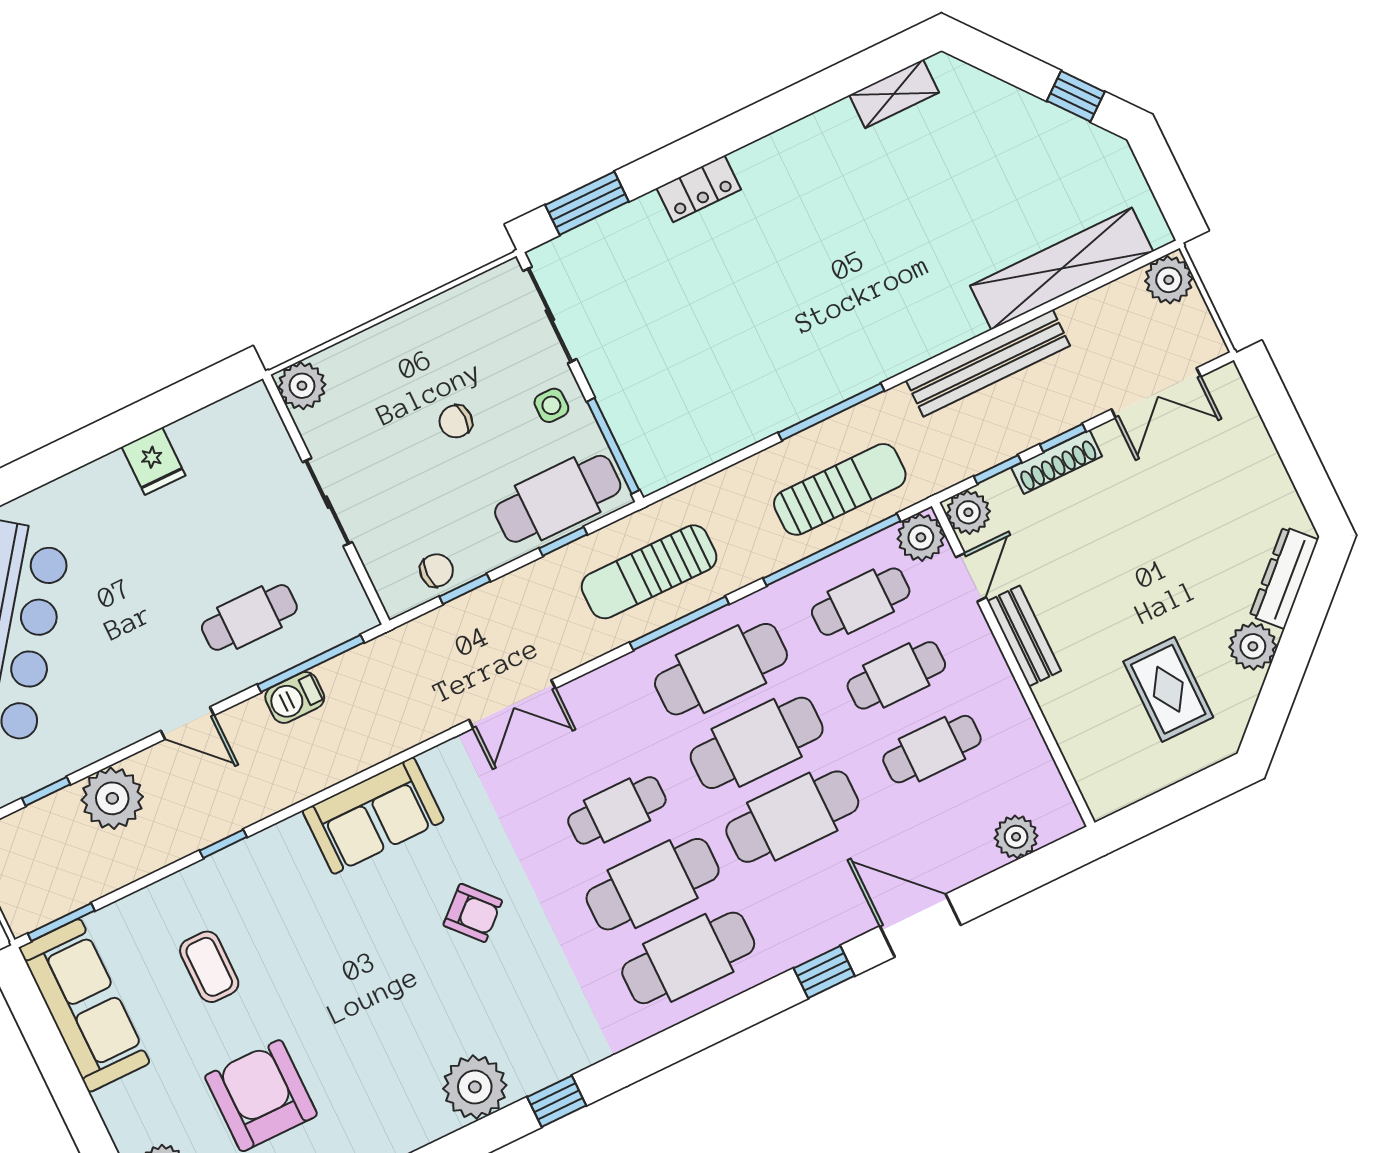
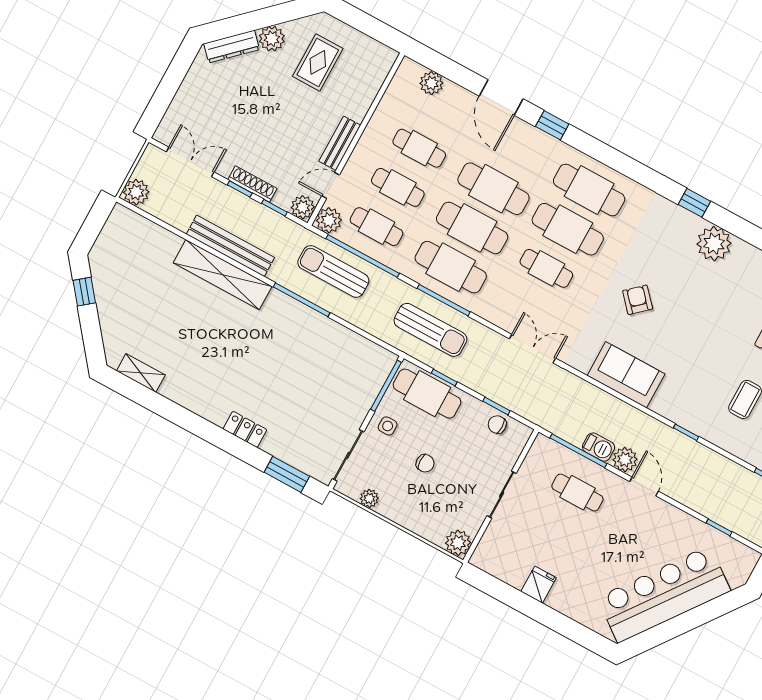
shelving: (1062, 269) -> (223, 275), moved
plant: (463, 301) -> (369, 498), added
plant: (112, 798) -> (625, 459), moved, width x0.73, depth x0.73

